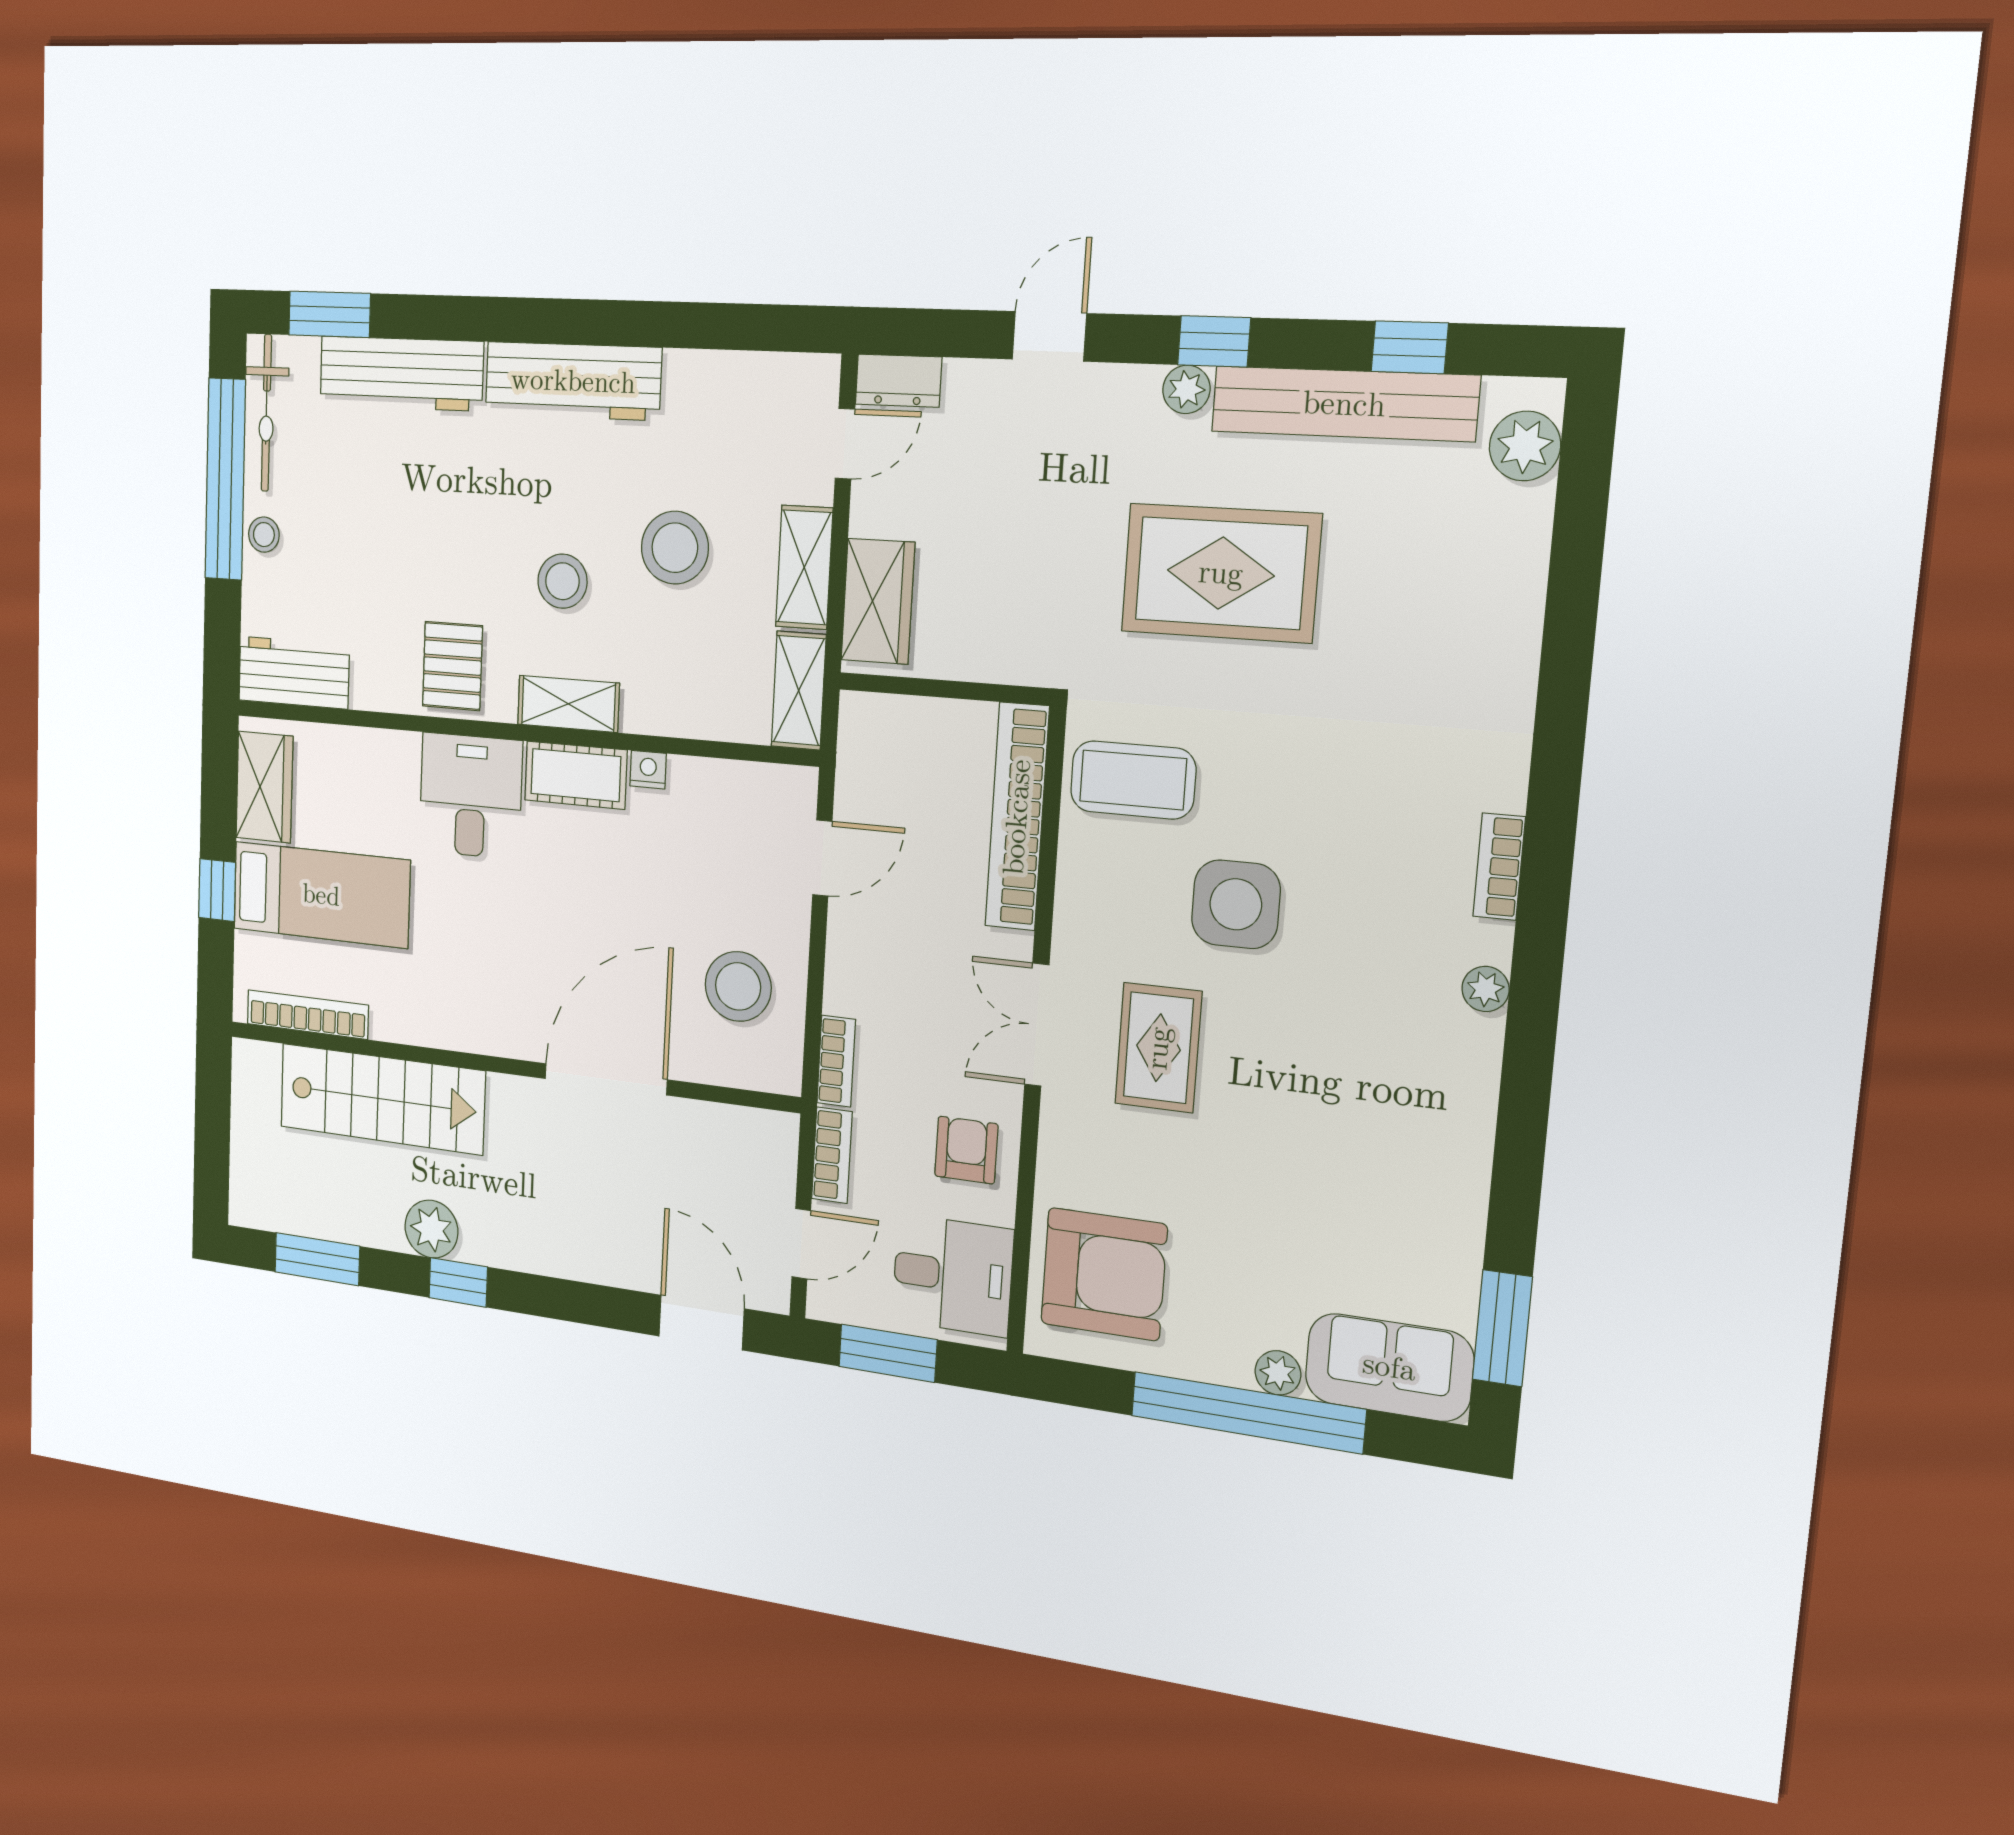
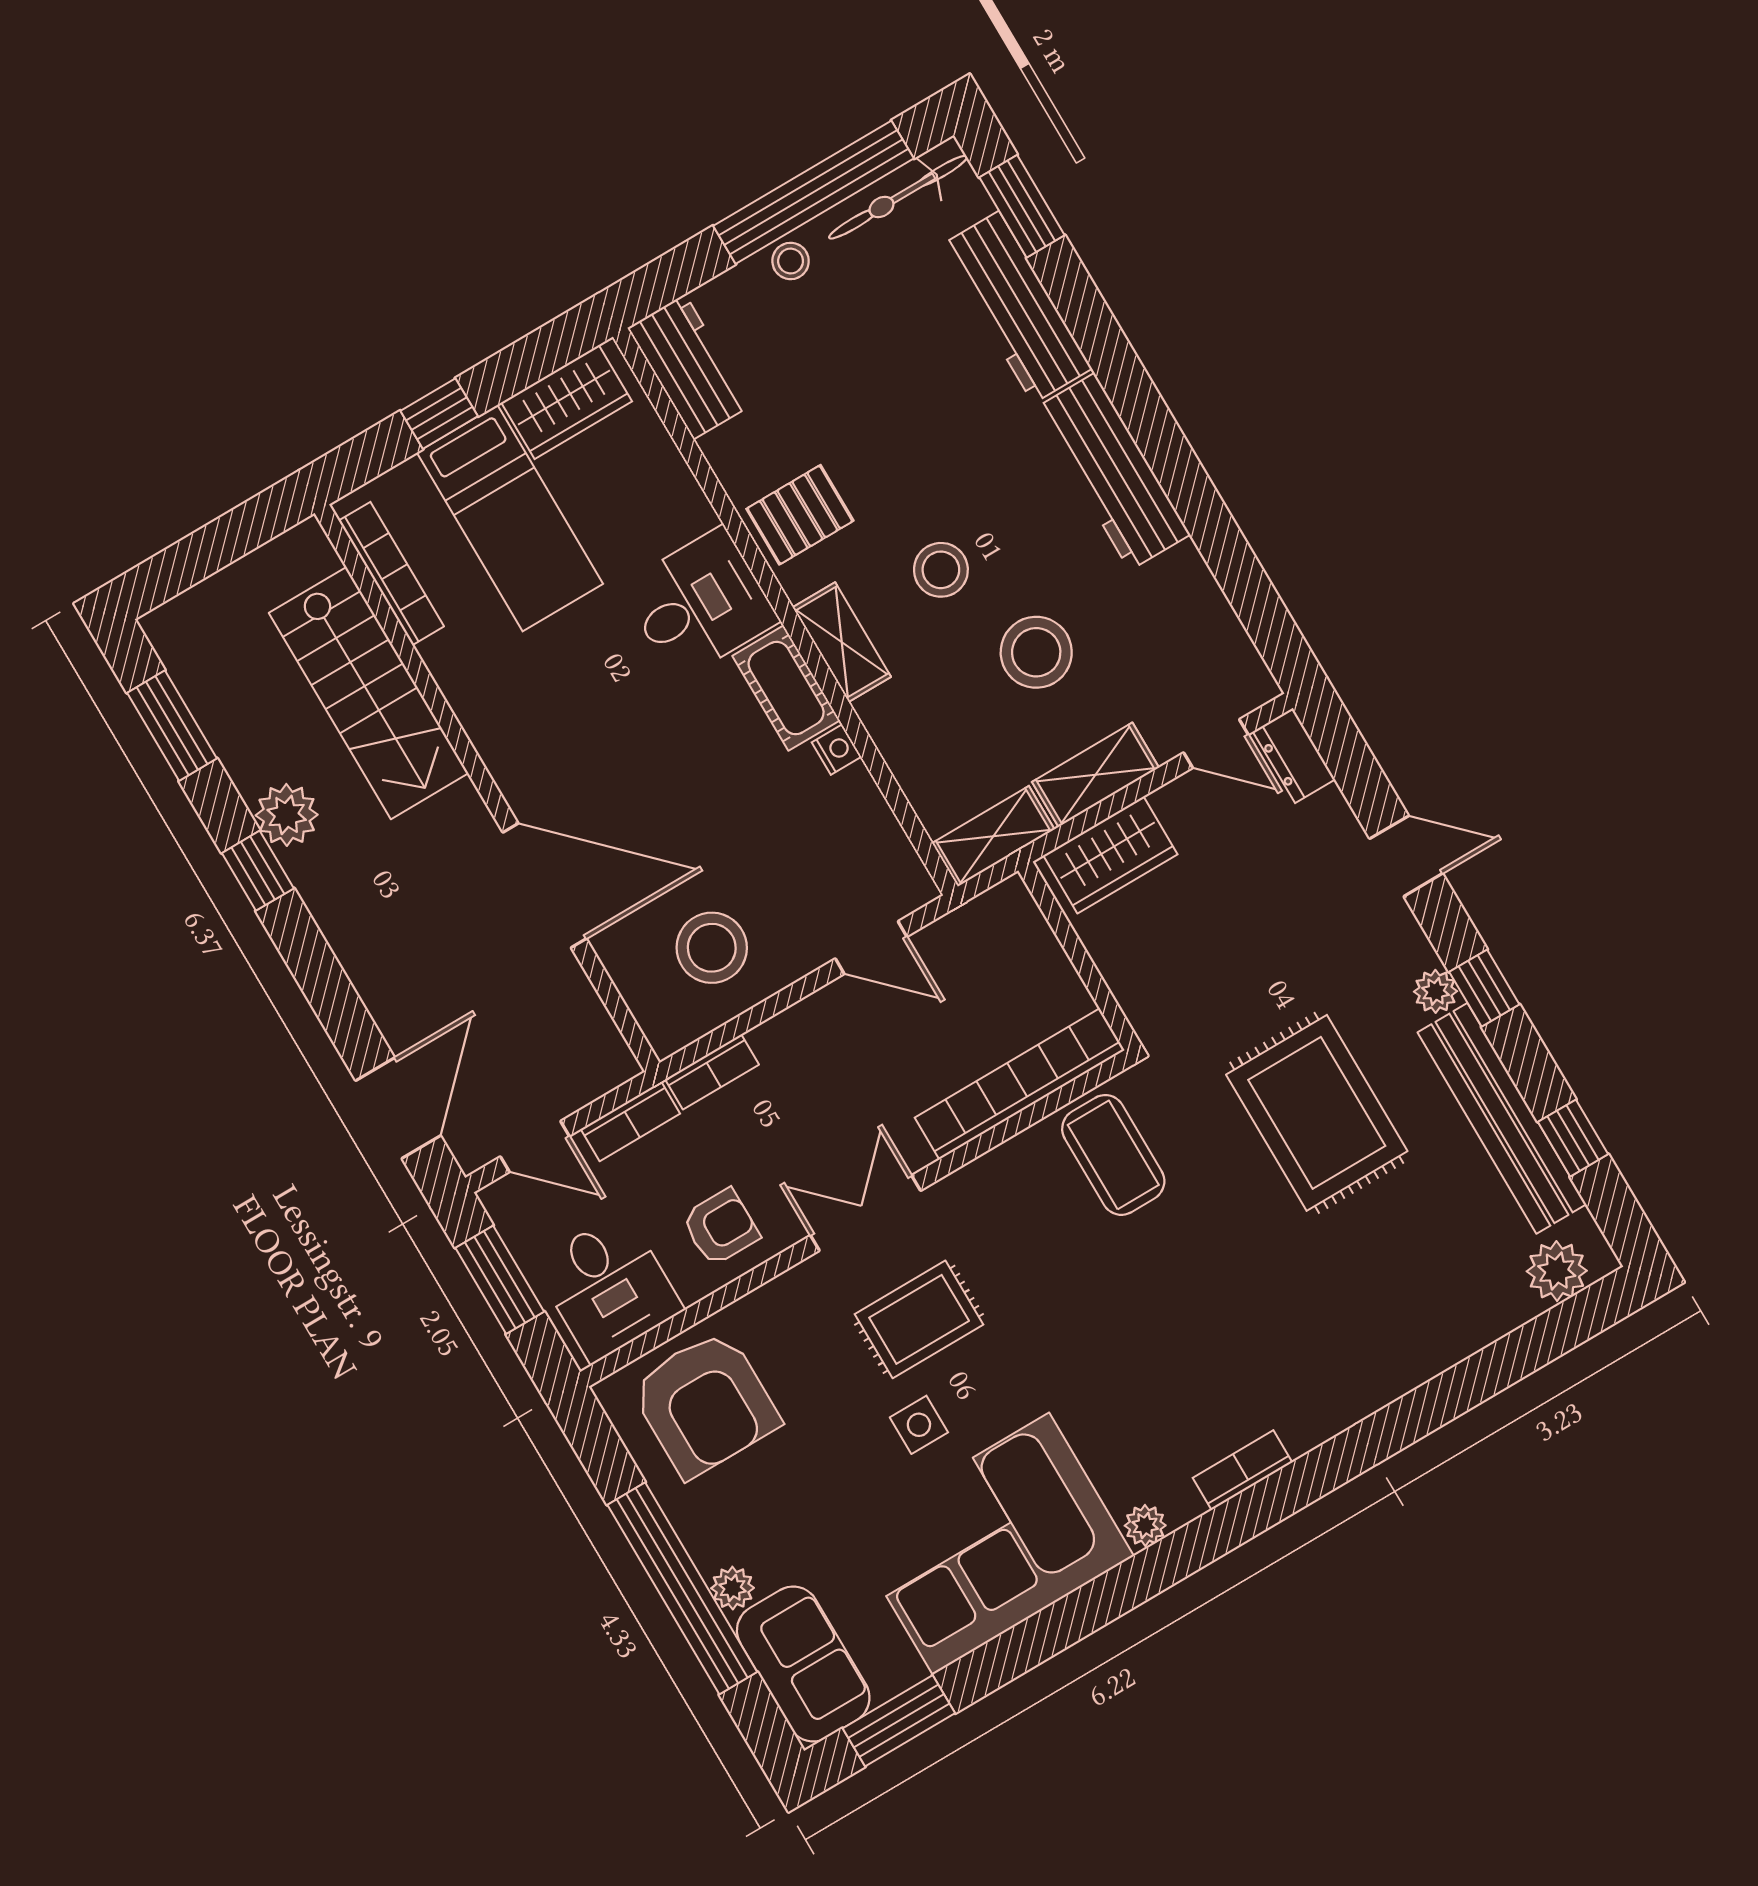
side table: (1236, 904) -> (919, 1425), moved, width x0.54, depth x0.54
corner sofa: (1401, 1133) -> (991, 1544), added

